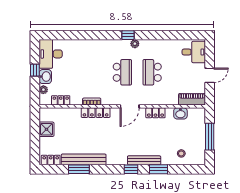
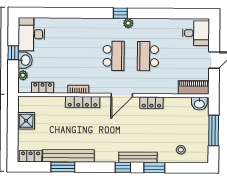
washbasin: (180, 113) -> (199, 104), moved

